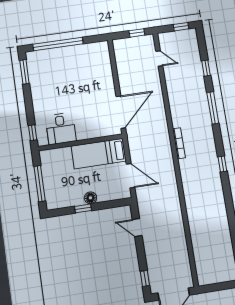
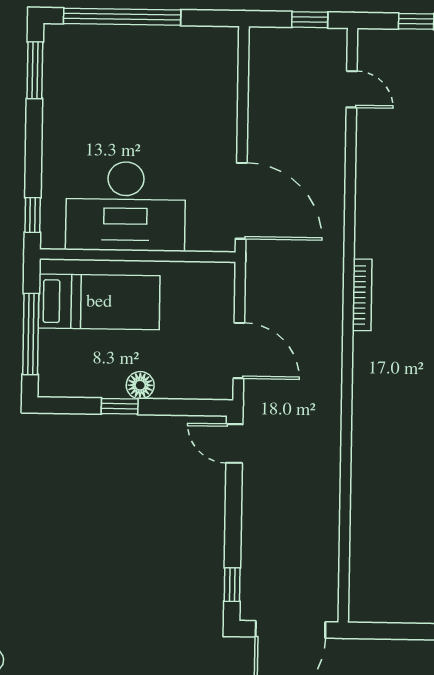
door: (121, 112) -> (241, 201), hinge flipped
desk: (61, 129) -> (126, 206), width x1.87, depth x1.30
bed: (99, 154) -> (99, 302), moved, turned 180
door: (137, 228) -> (234, 444), moved

